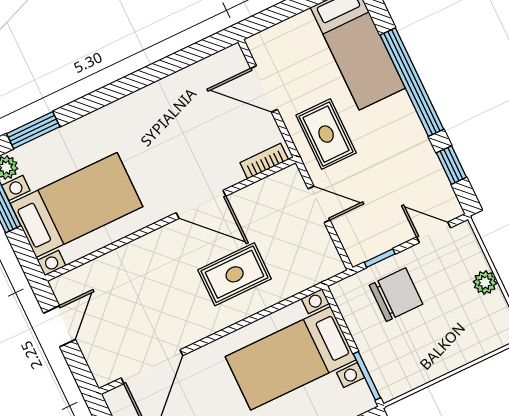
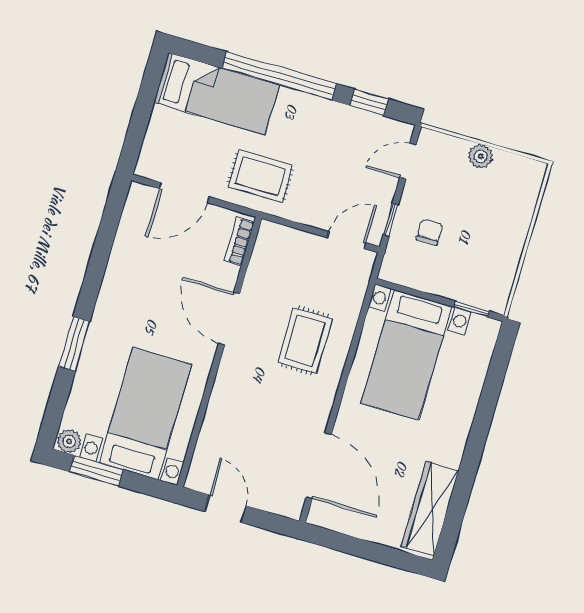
window: (33, 130) -> (74, 344), moved
door: (201, 204) -> (229, 319), swing flipped
door: (319, 204) -> (347, 240), moved
chair: (396, 295) -> (430, 232), width x0.54, depth x0.54
window: (367, 376) -> (471, 309), width x0.67

